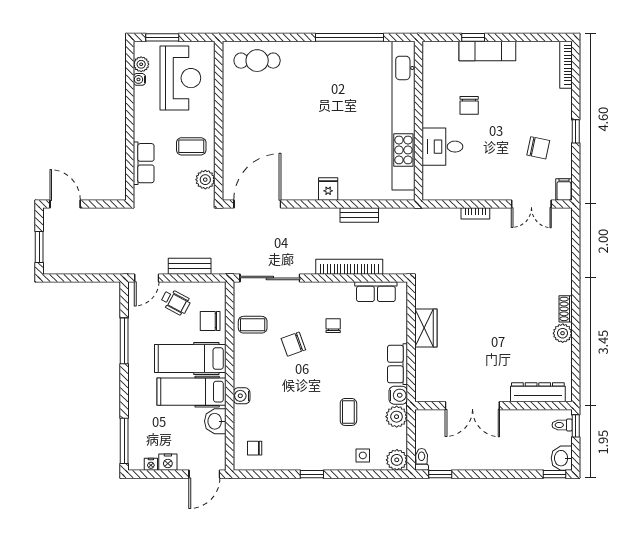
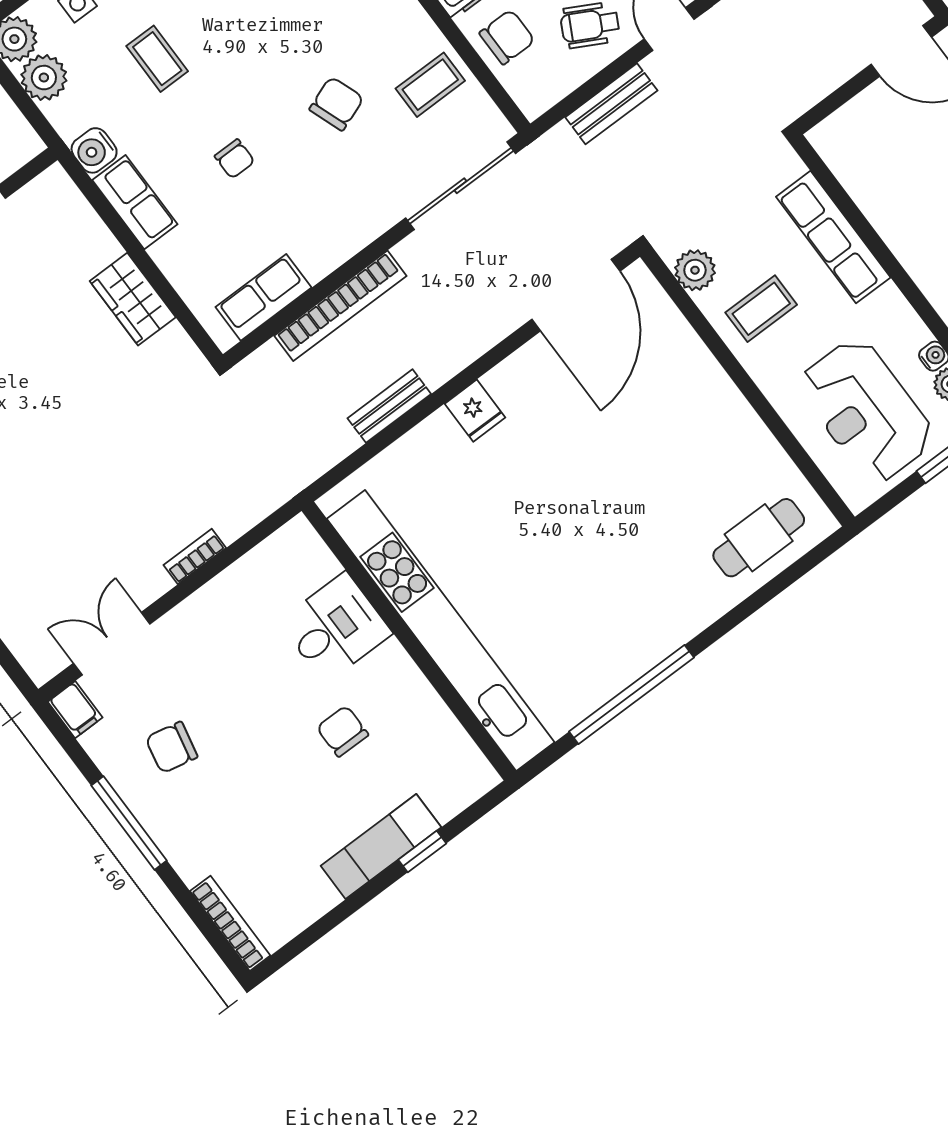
window: (576, 131) -> (129, 823), width x2.17
row of seats: (144, 163) -> (833, 237), width x1.48
chair: (333, 326) -> (235, 159), moved
plant: (397, 417) -> (44, 78), moved

